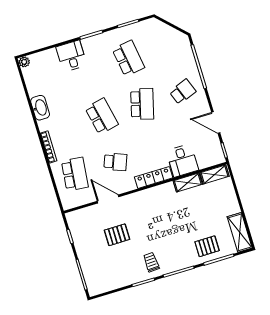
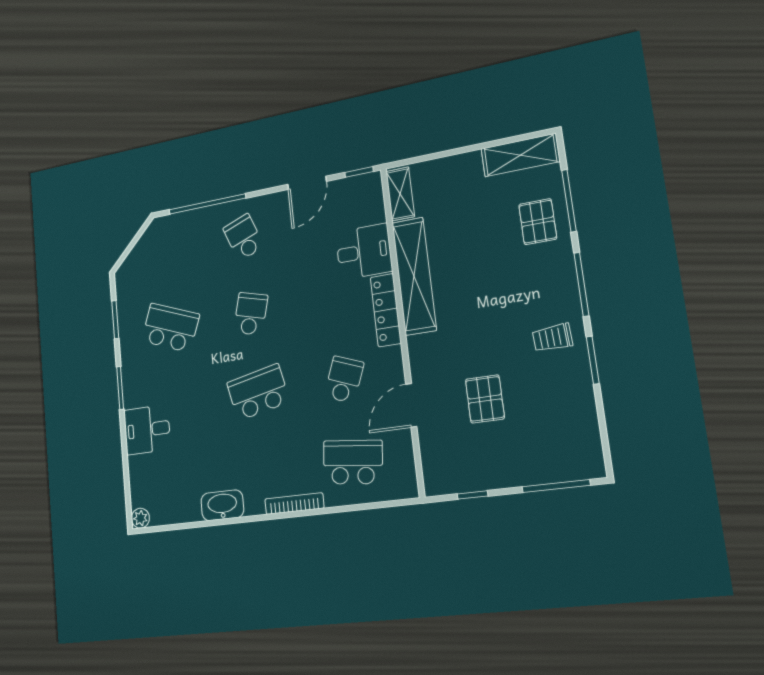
school desk: (128, 58) -> (170, 328), turned 30
school desk: (142, 104) -> (251, 314), width x0.54
shelving: (188, 183) -> (414, 276), width x2.20, depth x1.33

